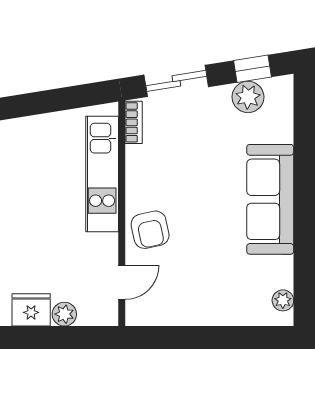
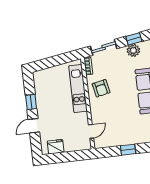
armchair: (150, 230) -> (101, 88), moved
plant: (64, 314) -> (69, 147), removed
window: (207, 338) -> (128, 150), added

